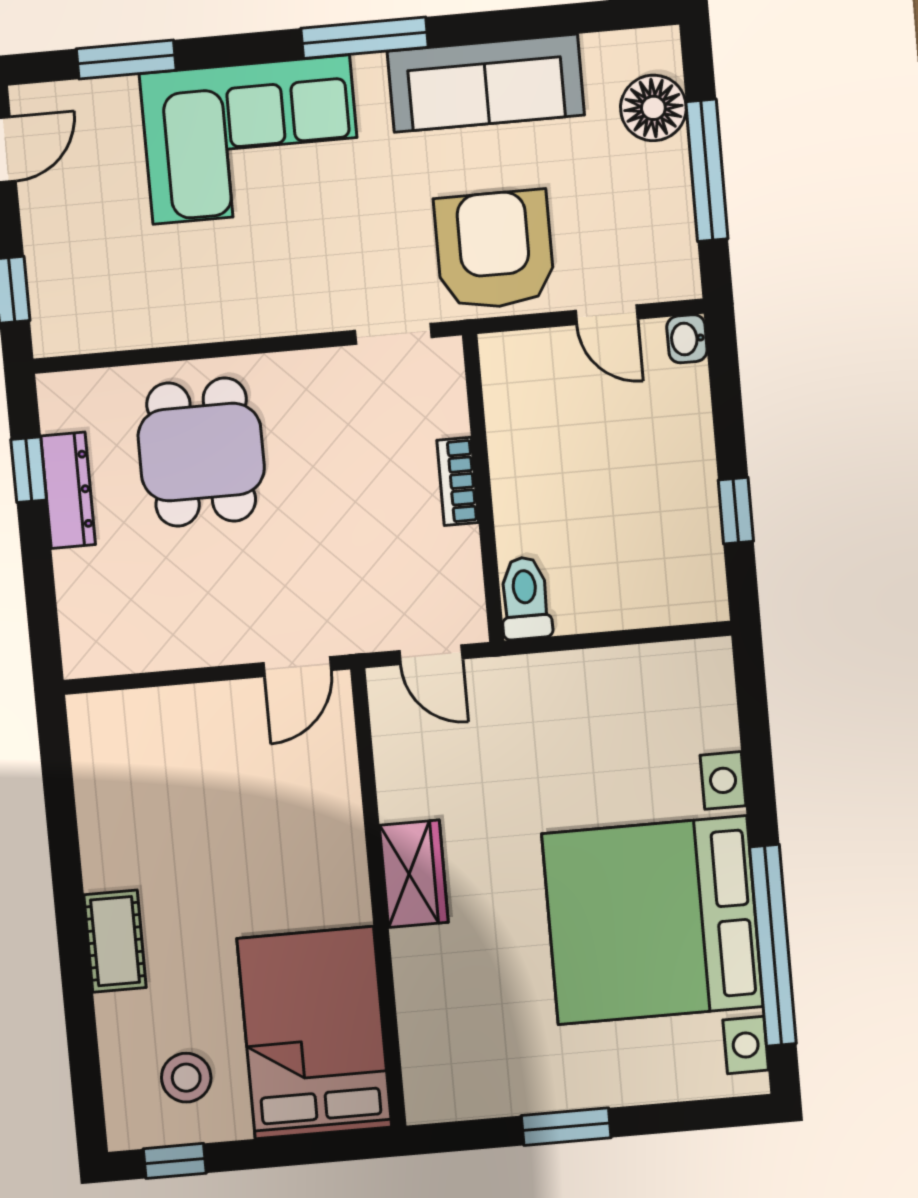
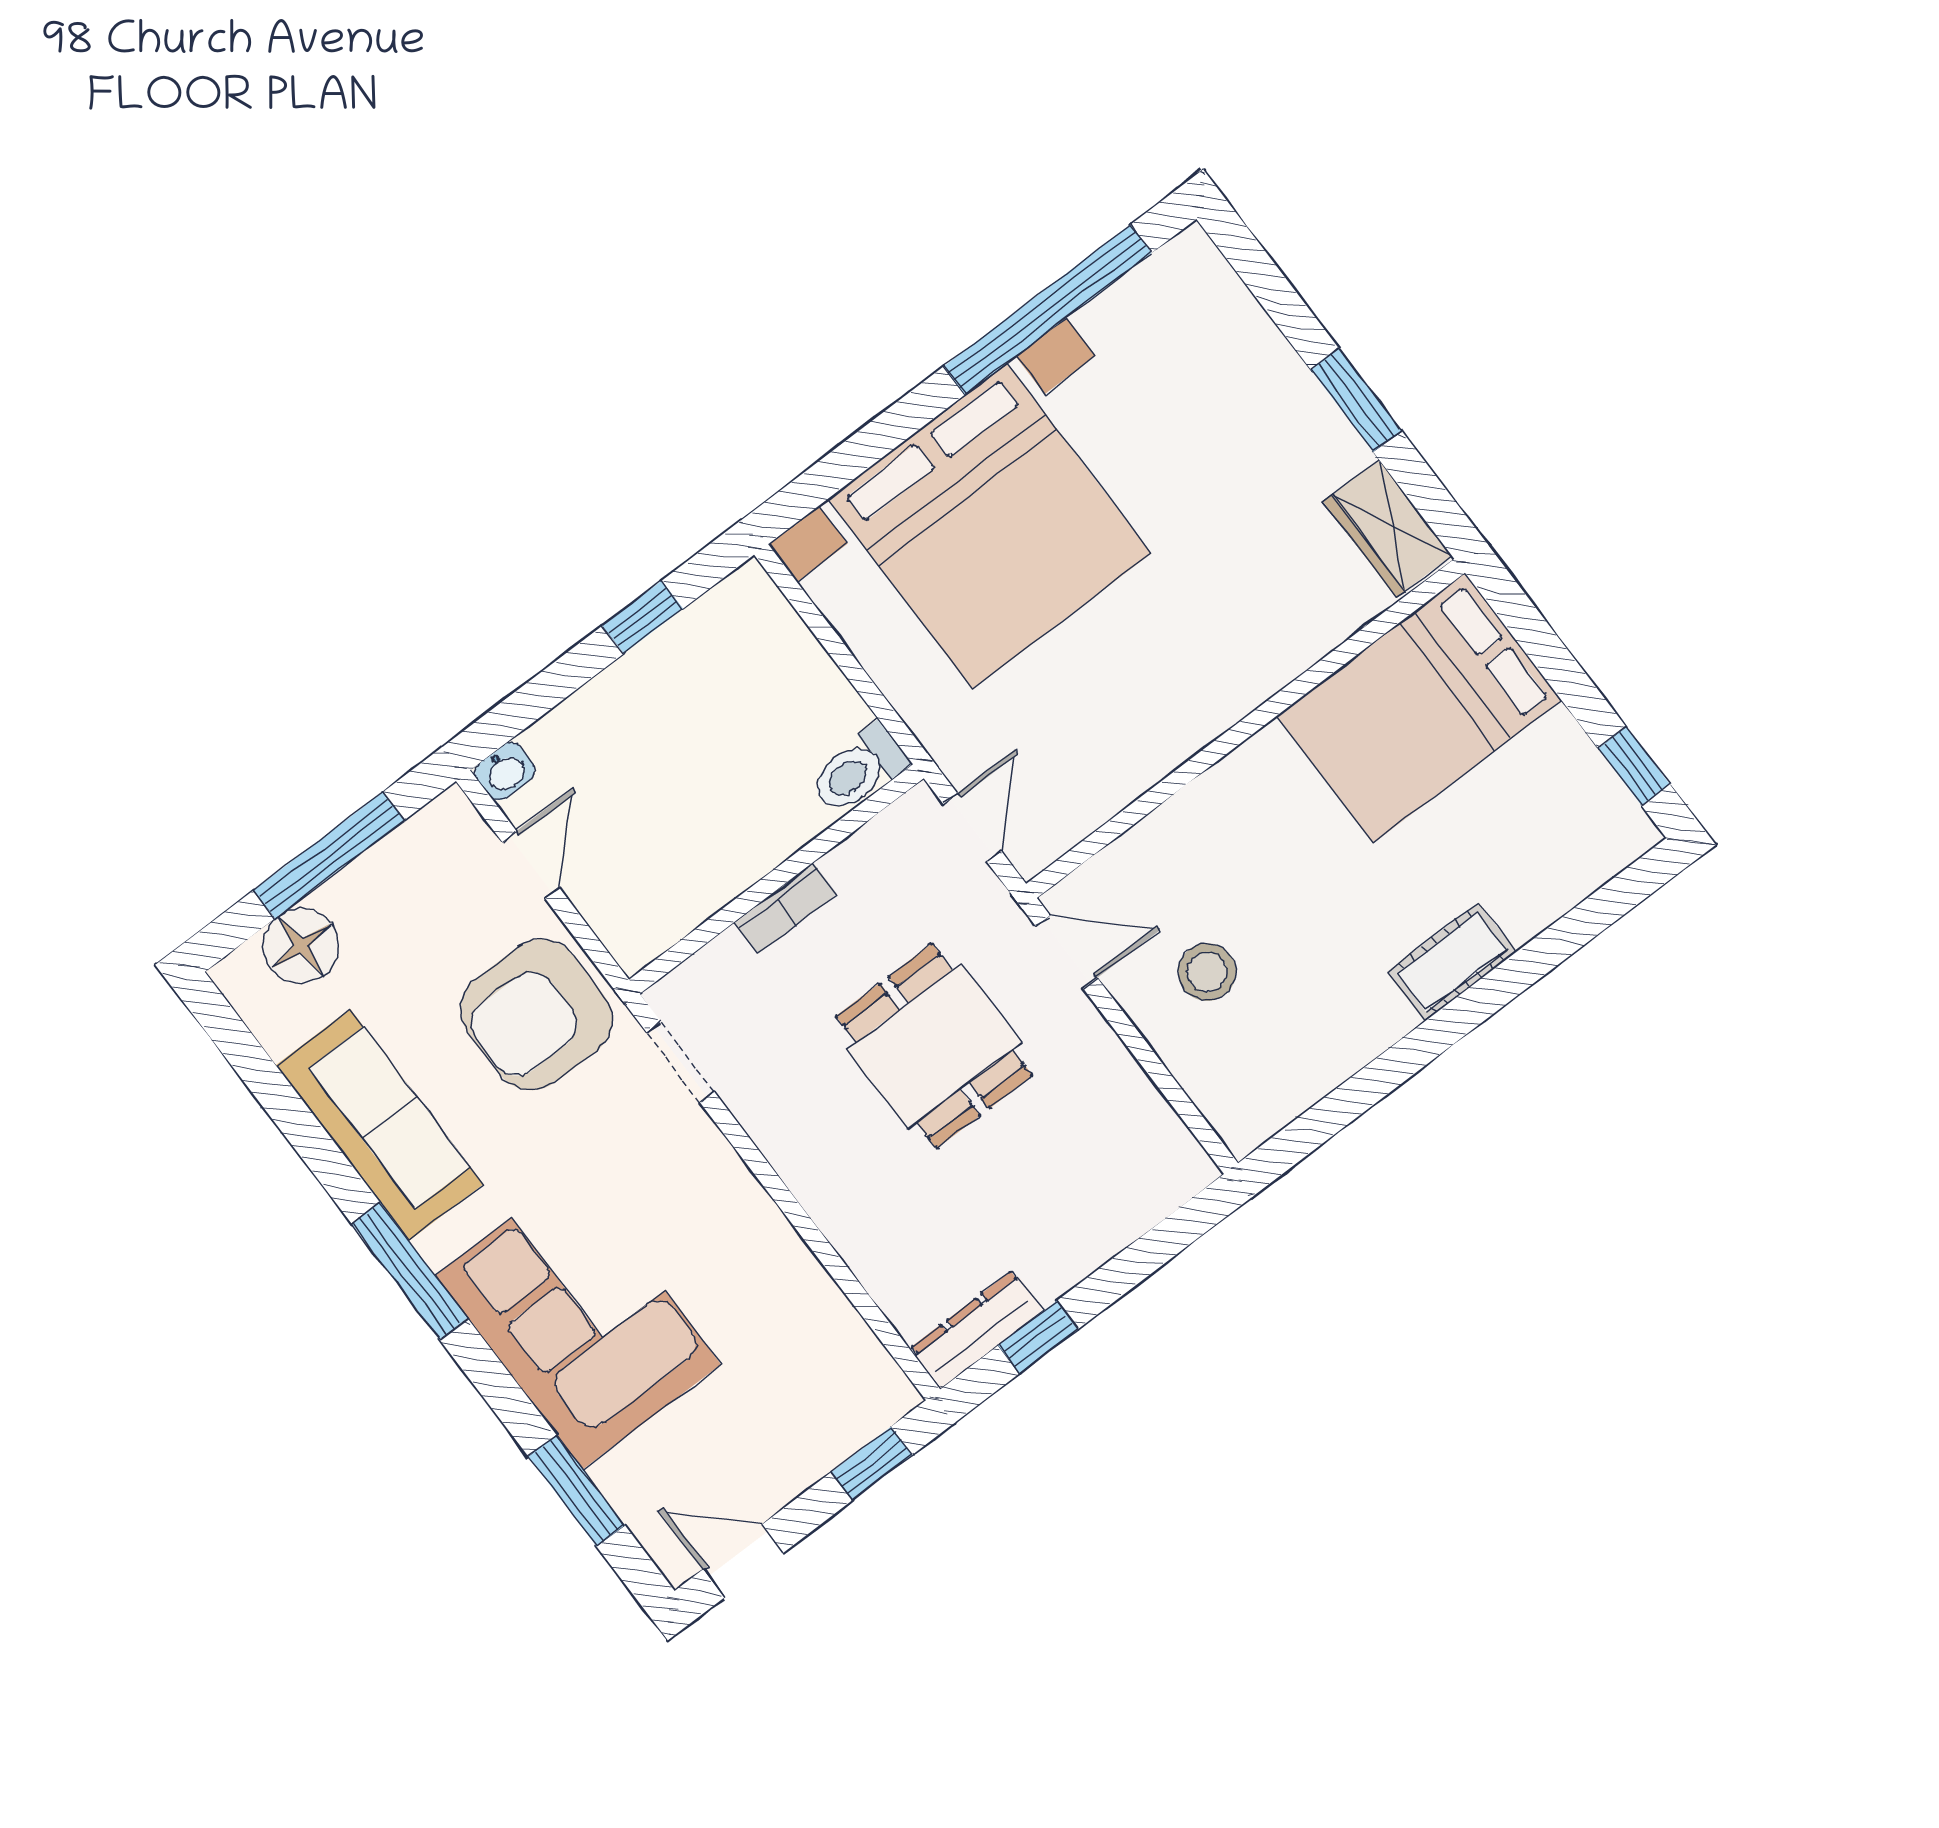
dining table: (201, 452) -> (934, 1046), moved, turned 90
dresser: (68, 490) -> (977, 1329), moved
wardrobe: (414, 874) -> (1388, 528), moved, turned -90
bed with nightstands: (652, 920) -> (990, 526), moved
stool: (186, 1078) -> (1207, 972), moved

